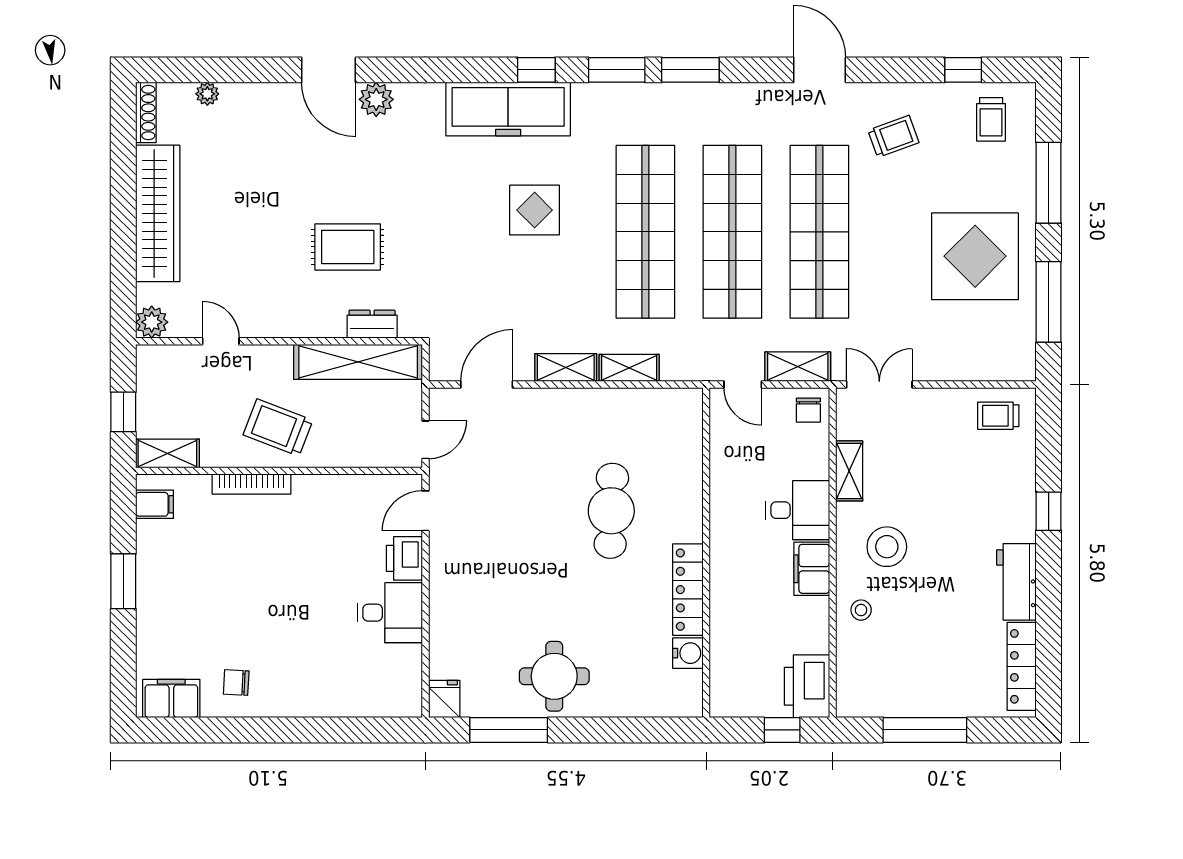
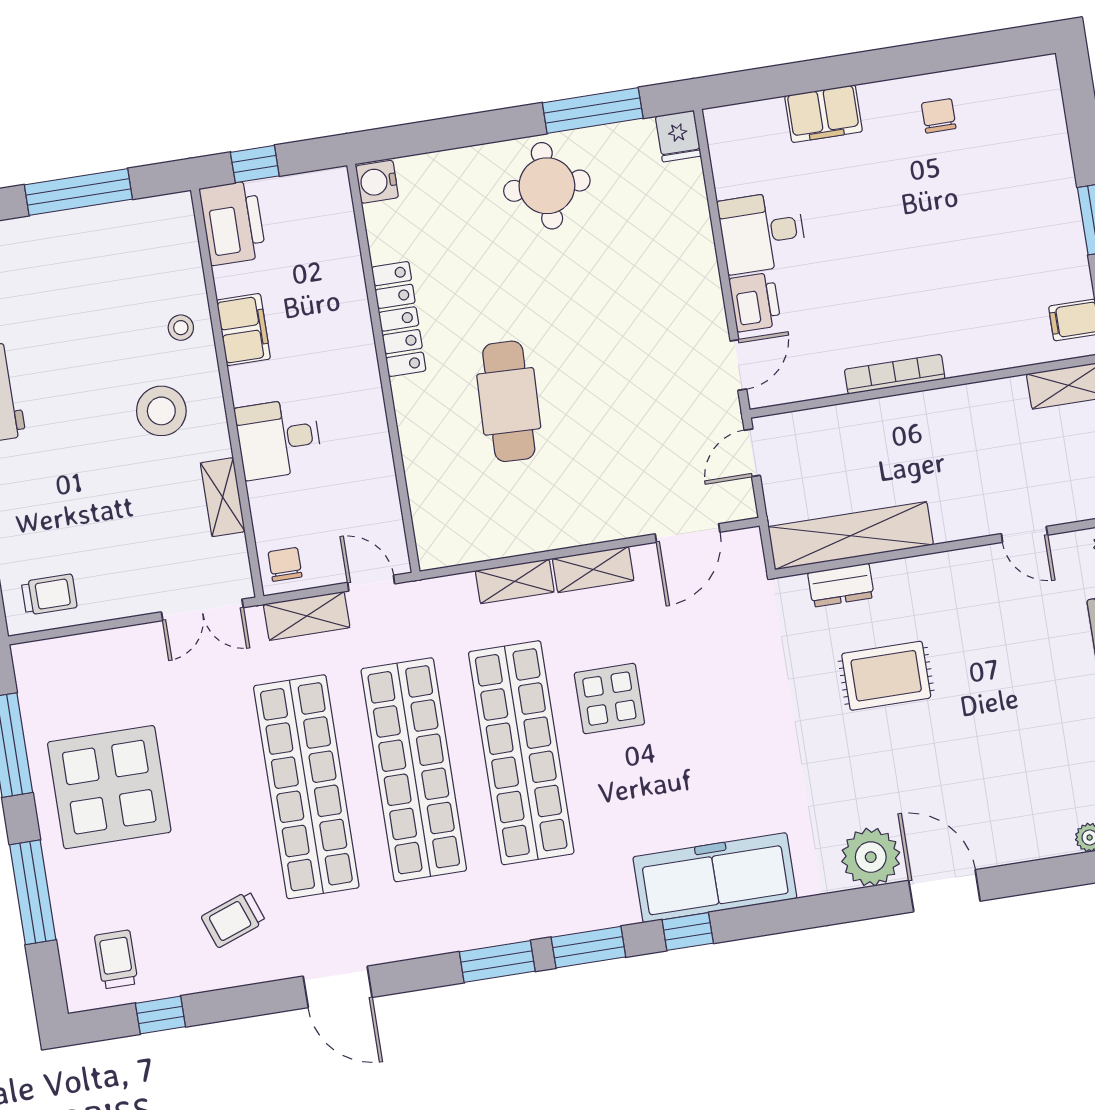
plant: (376, 99) -> (871, 857), width x1.36, depth x1.36
display table: (535, 210) -> (609, 699), moved
trolley: (278, 428) -> (937, 439), removed
bookcase: (252, 484) -> (895, 374), moved
filing cabinet: (812, 569) -> (244, 330), moved
water cooler: (688, 653) -> (377, 182), moved
chair: (236, 683) -> (939, 116), turned -93
filing cabinet: (171, 699) -> (824, 114), moved

